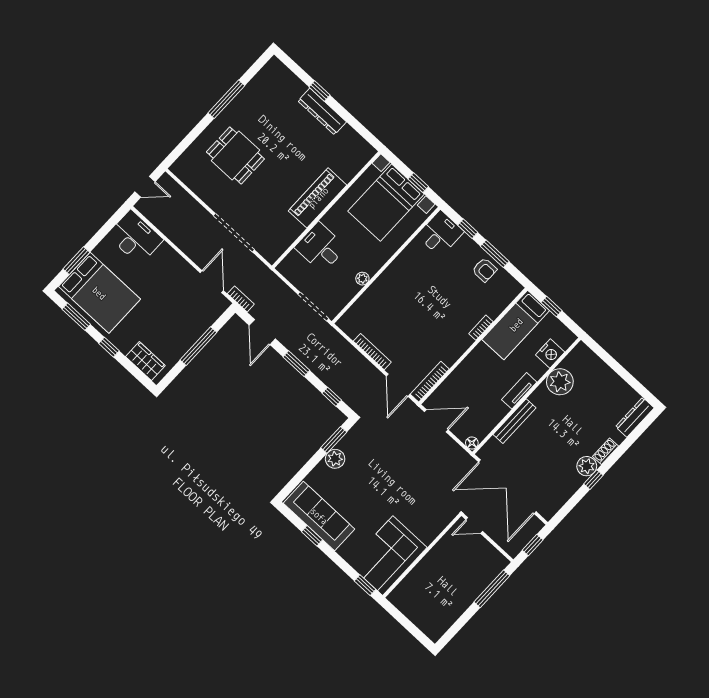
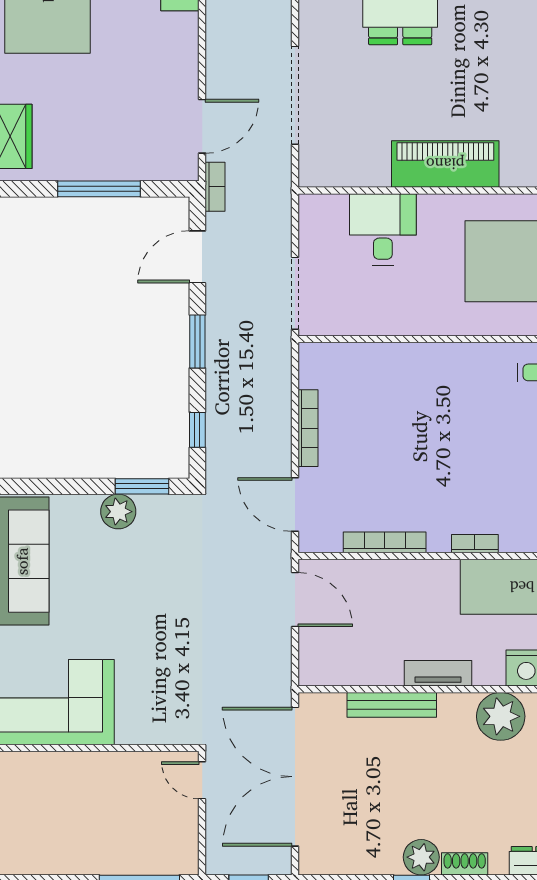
plant: (362, 279) -> (393, 324), removed
bookcase: (430, 382) -> (385, 542), moved
door: (398, 385) -> (295, 505), hinge flipped
floor lamp: (472, 443) -> (309, 675), removed

